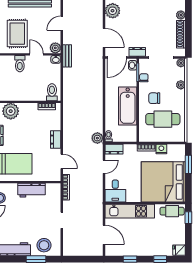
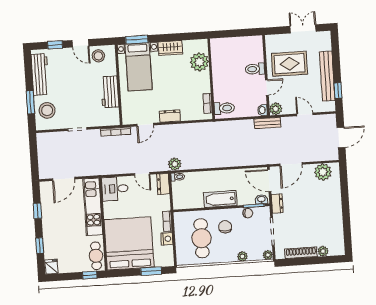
bathtub: (128, 106) -> (220, 199), width x0.73, depth x0.73

